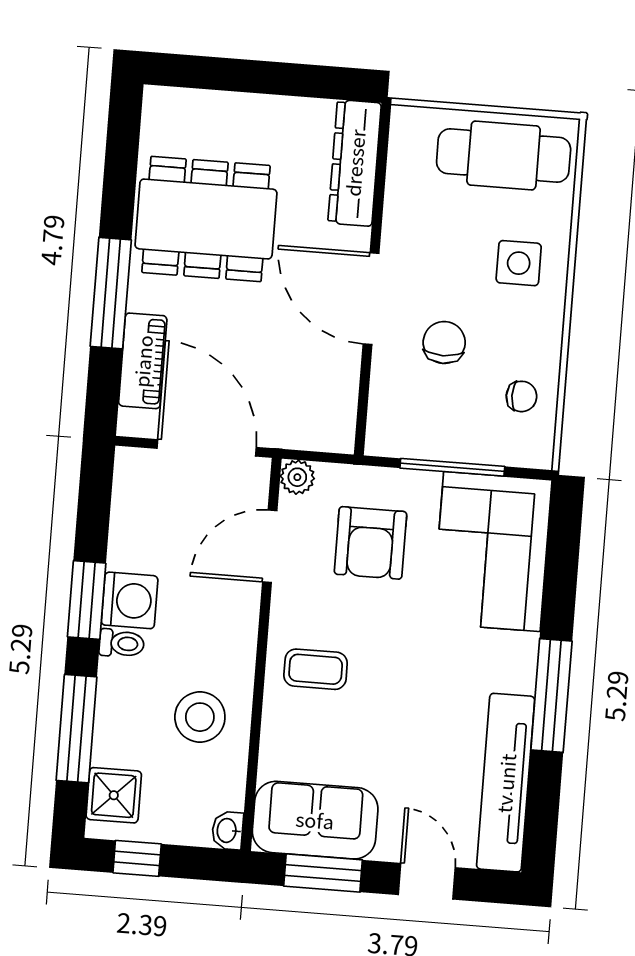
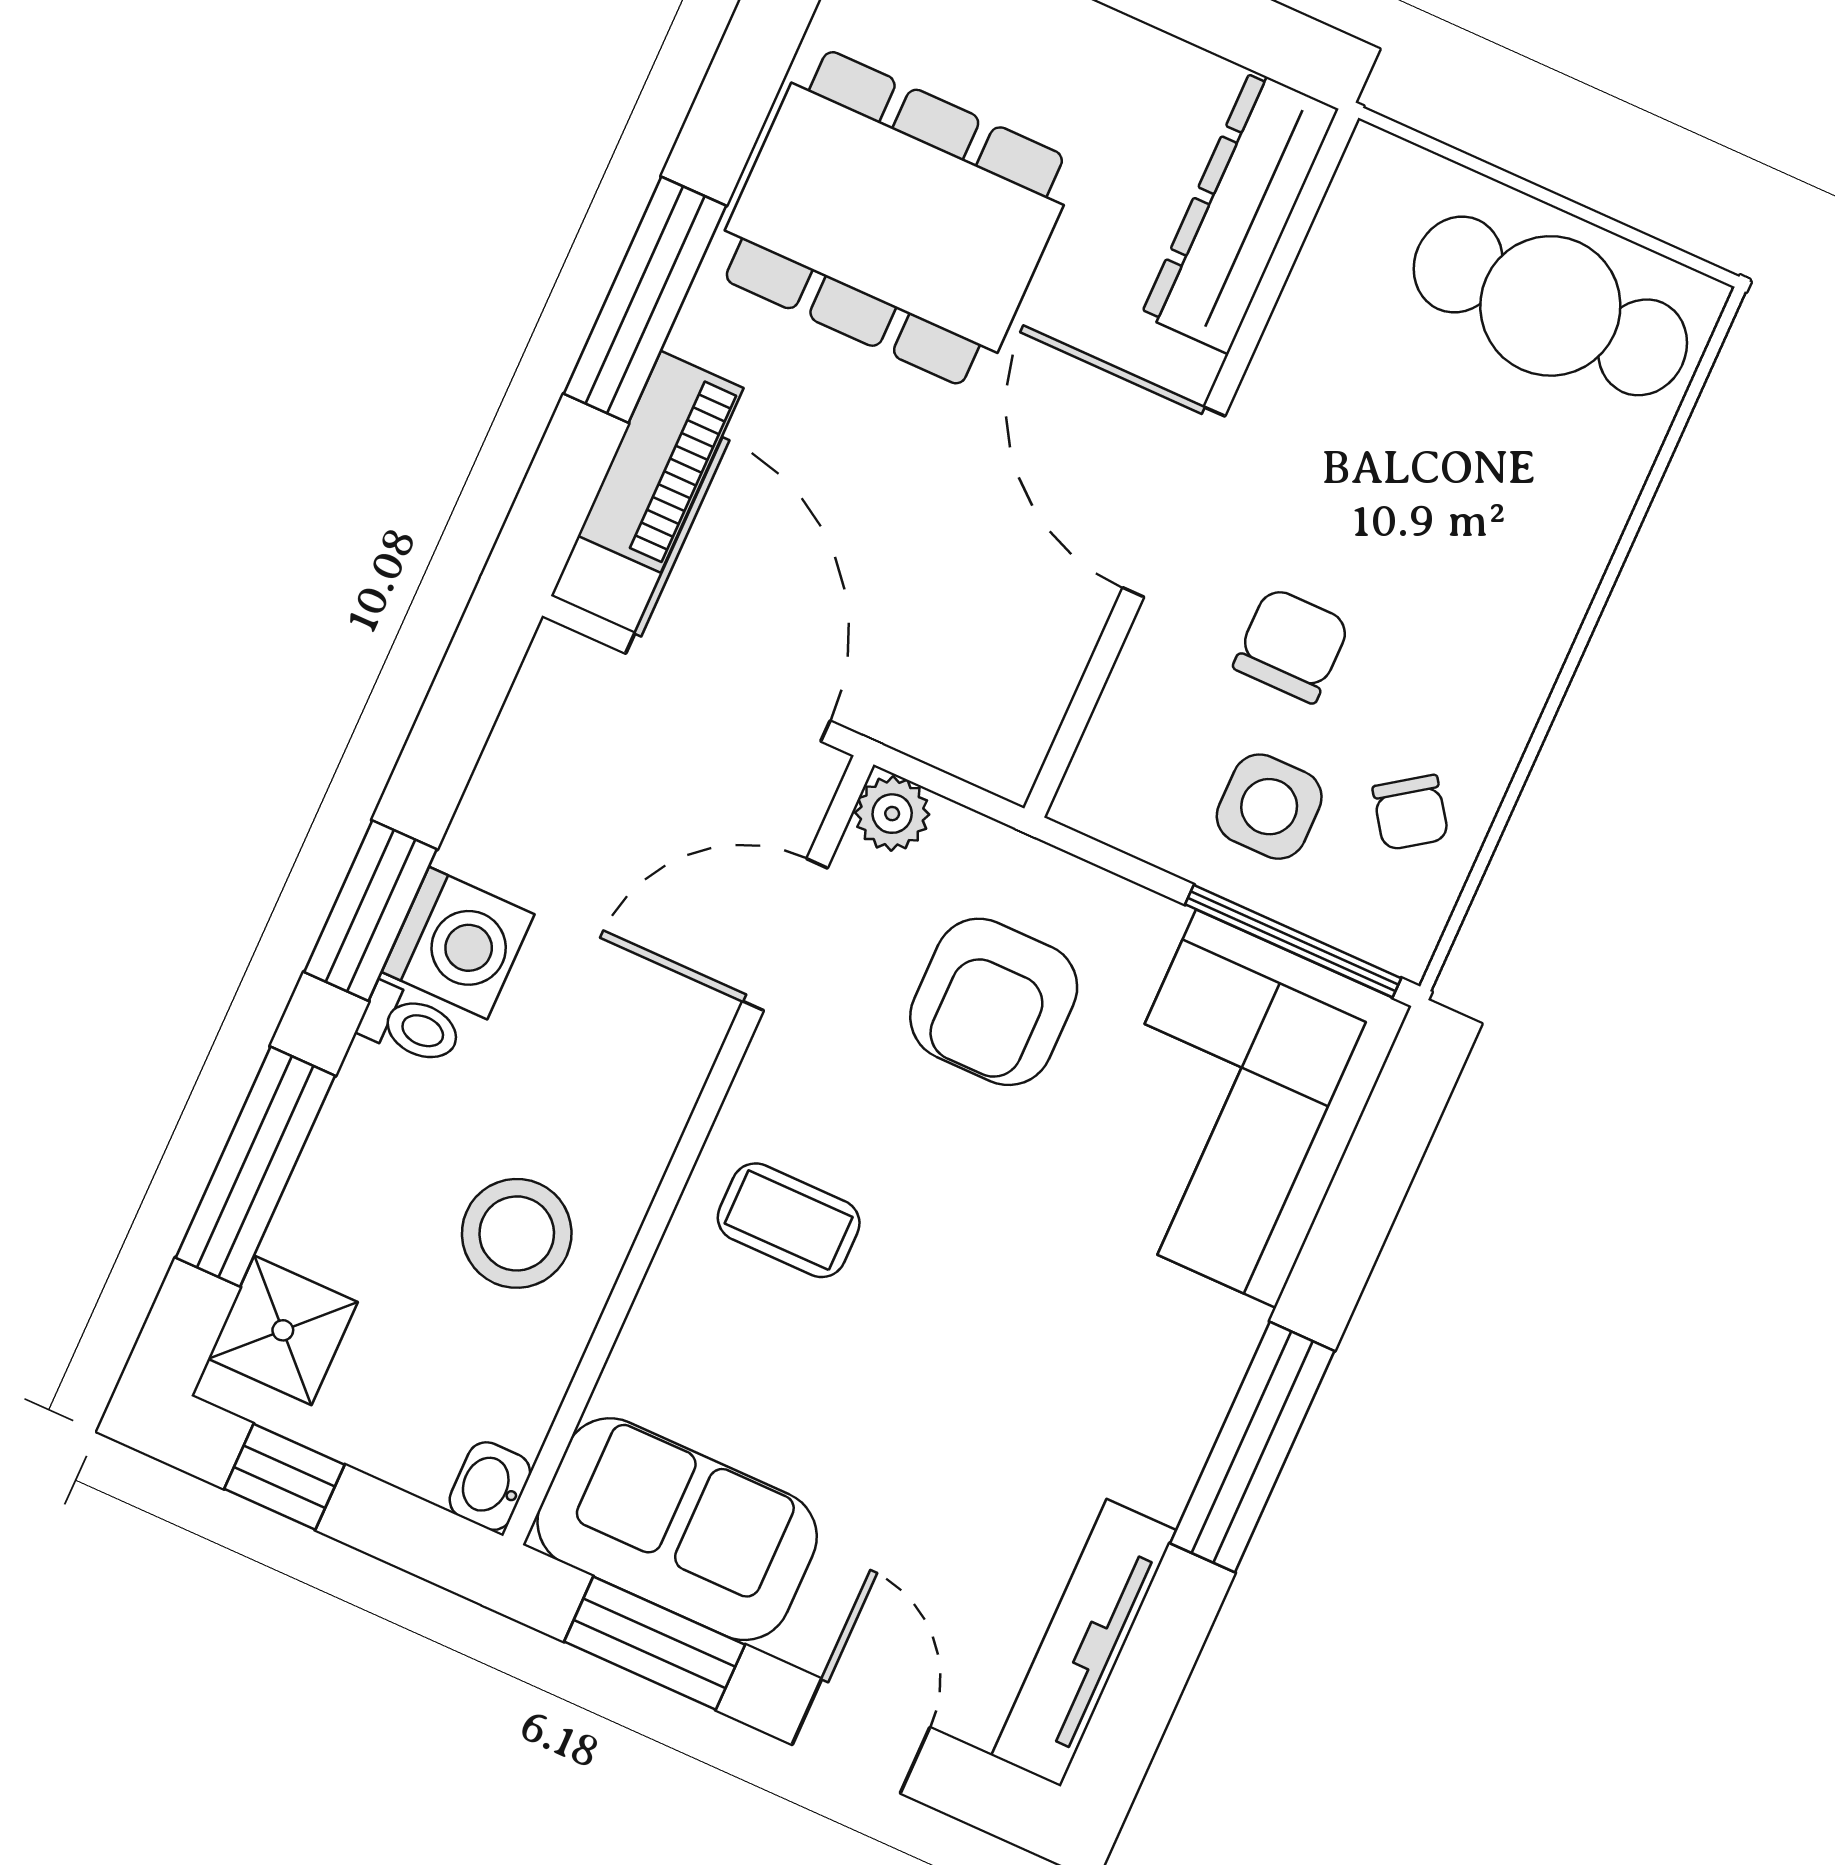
side table: (519, 263) -> (1269, 807), moved
chair: (521, 396) -> (1410, 813), turned 55
window: (452, 467) -> (1293, 941), moved
tv unit: (506, 783) -> (1084, 1643), width x0.73, depth x0.78

